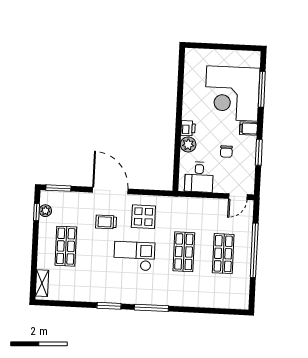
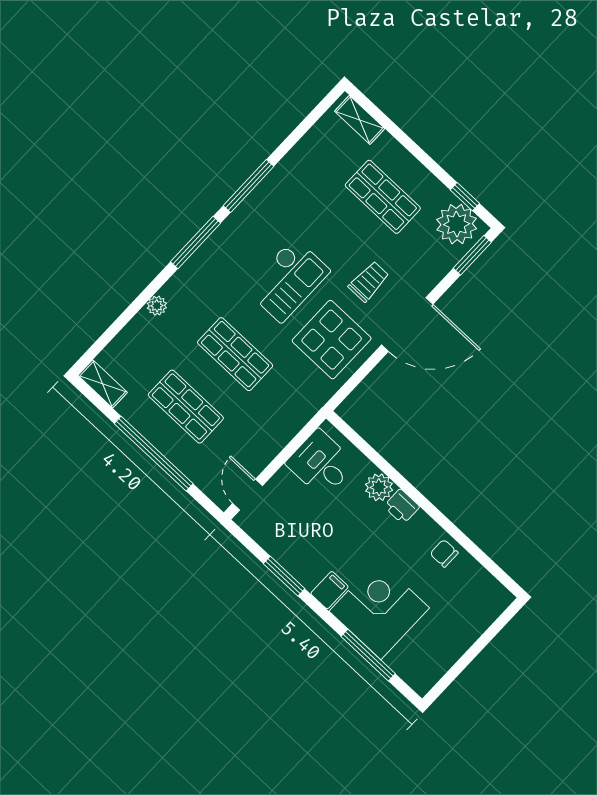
corner desk: (232, 93) -> (379, 609), width x0.74, depth x0.74
chair: (226, 152) -> (444, 553), moved
plant: (45, 211) -> (457, 224), width x1.88, depth x1.88
display table: (143, 217) -> (332, 340), width x1.36, depth x1.36
shelving: (243, 296) -> (103, 384), added
plant: (191, 302) -> (157, 306), added
window: (109, 306) -> (249, 186), width x1.44

